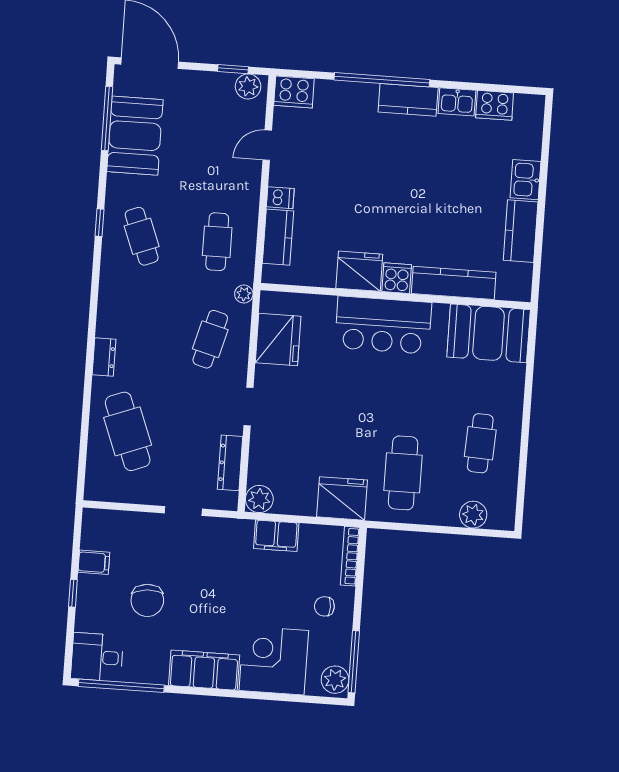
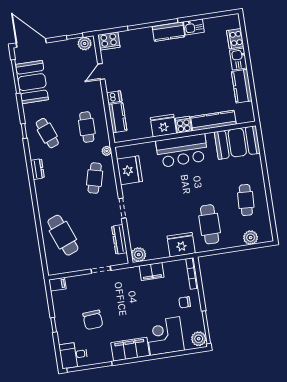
cooker: (495, 105) -> (235, 39), moved, turned 90
dresser: (104, 357) -> (37, 169), moved
filing cabinet: (94, 562) -> (57, 284), moved

